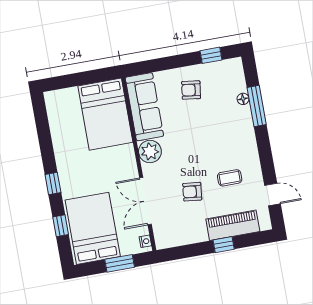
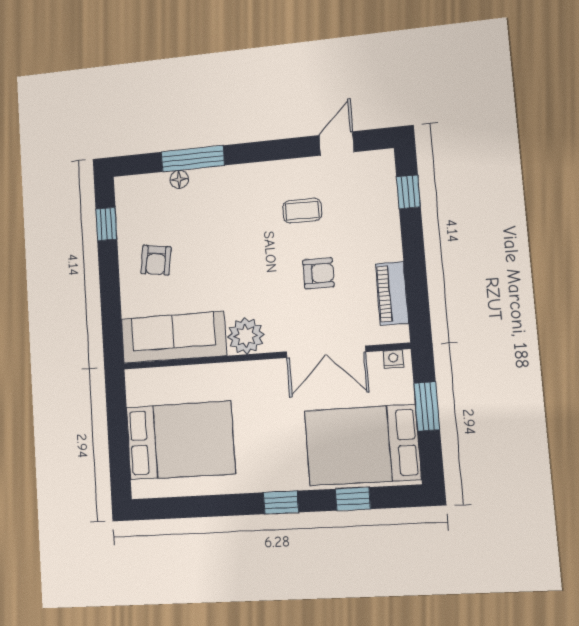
bed: (105, 114) -> (180, 440), moved
coffee table: (230, 178) -> (302, 211), turned 90
armchair: (192, 192) -> (318, 273), turned -96
piano: (233, 225) -> (392, 293), moved, width x0.73, depth x0.75
window: (224, 245) -> (408, 192), moved

